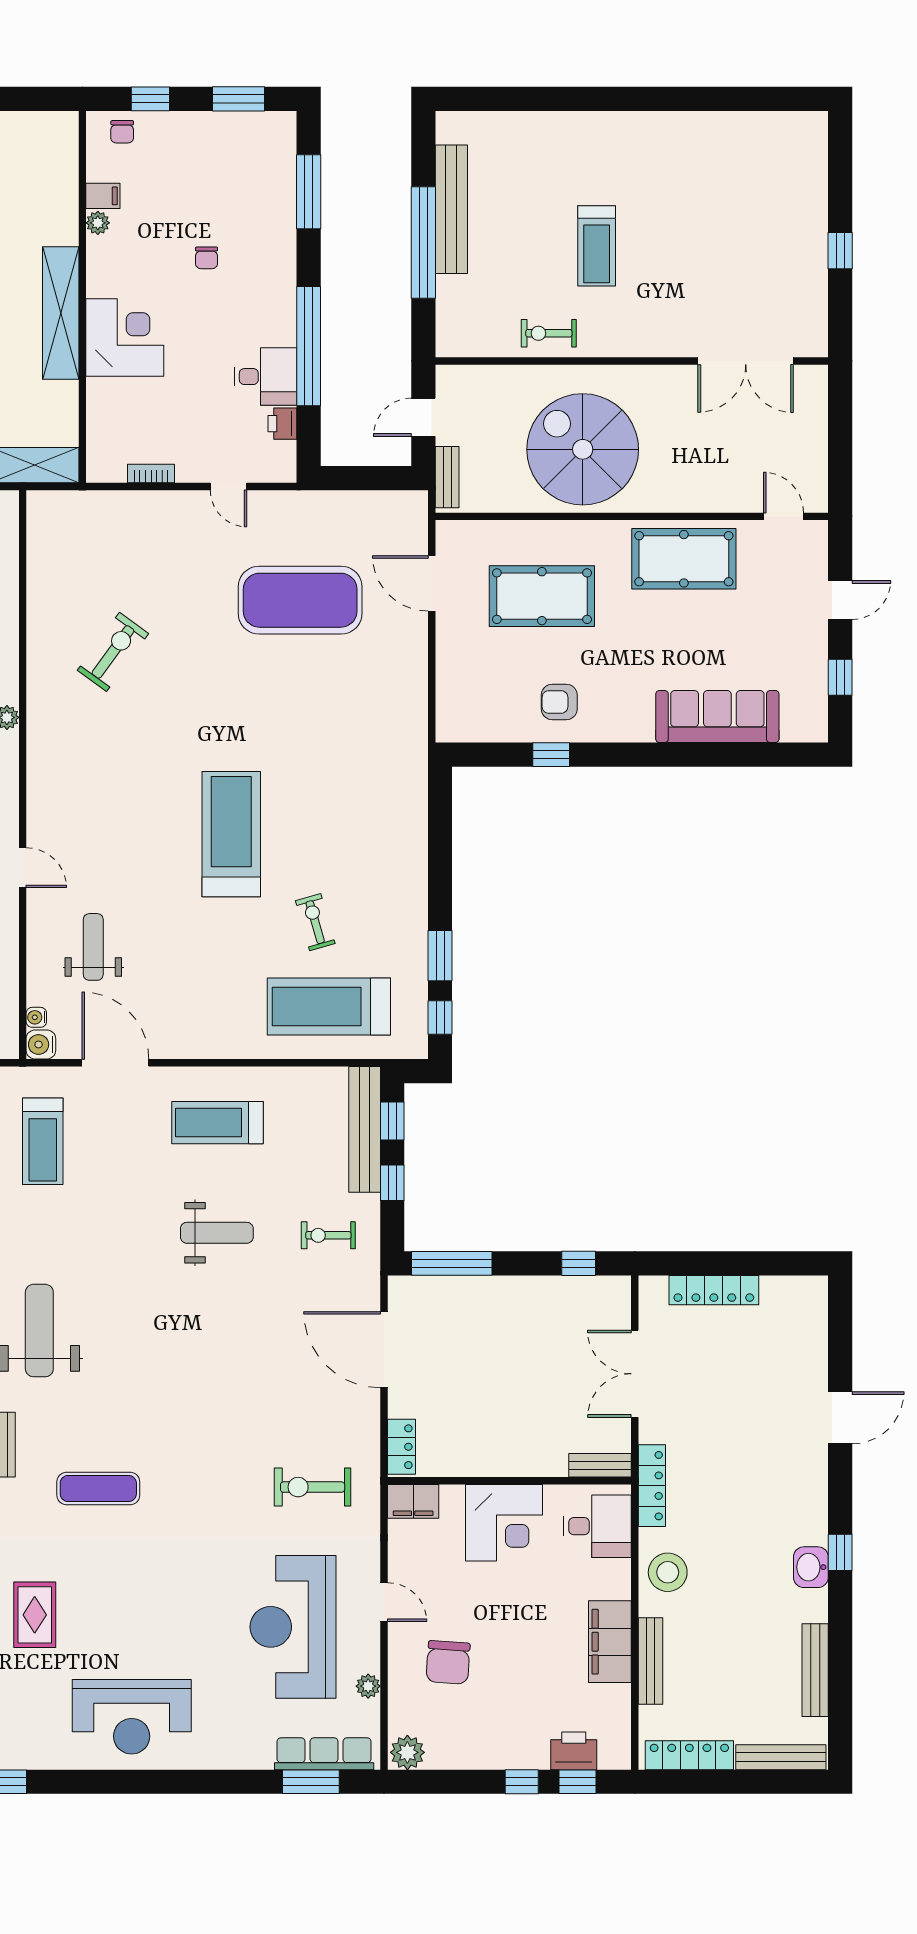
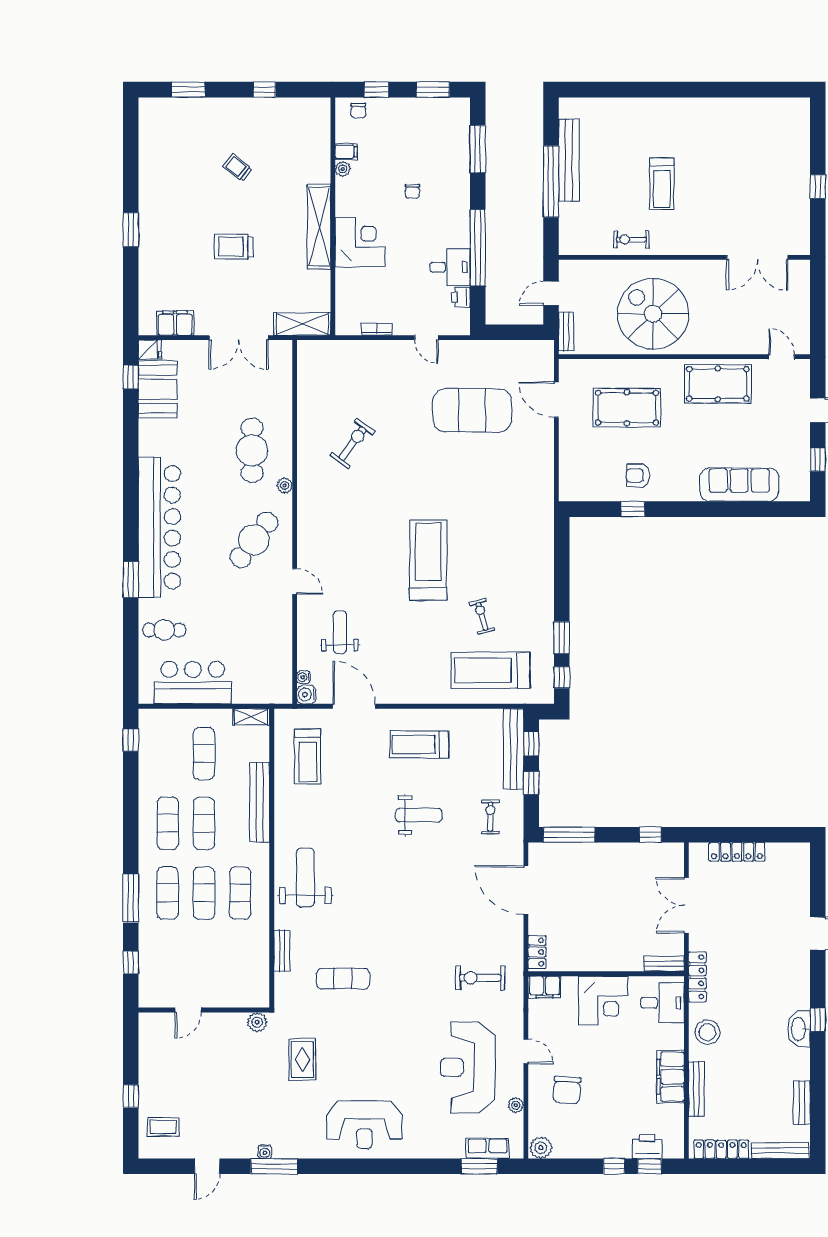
exercise bike: (328, 1235) -> (490, 817), turned 90
washbasin: (811, 1567) -> (799, 1029), width x1.38
bench: (815, 1670) -> (802, 1103), width x0.73
row of seats: (324, 1754) -> (488, 1148), width x0.68

